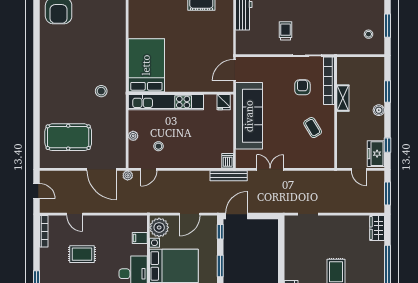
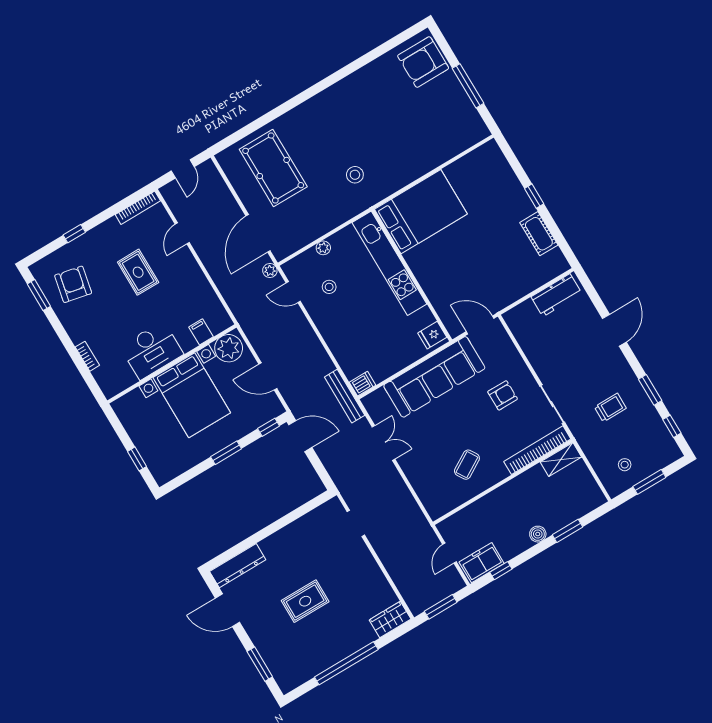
trolley: (285, 31) -> (610, 408), moved
armchair: (302, 87) -> (503, 395), moved
shelving: (343, 98) -> (561, 459), moved

